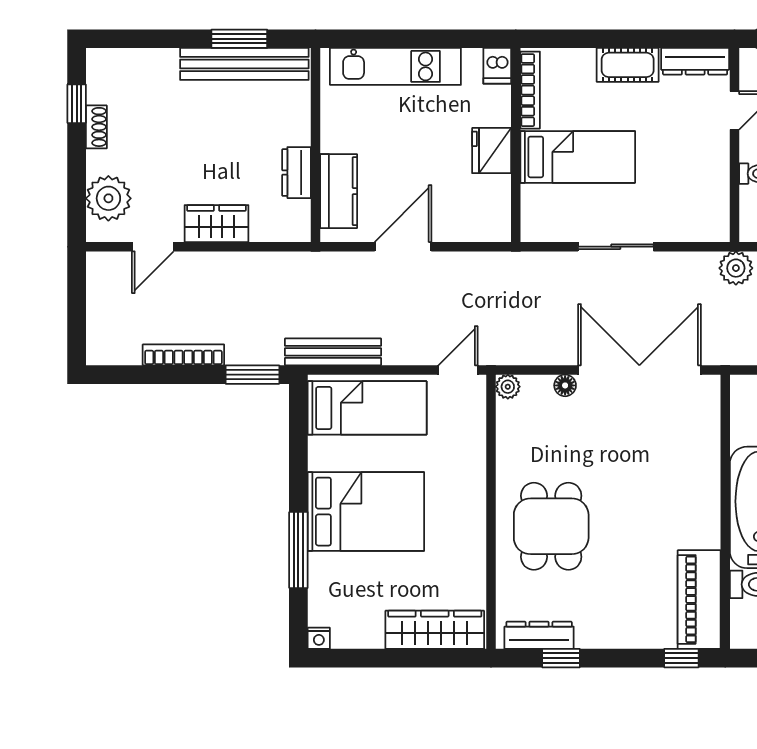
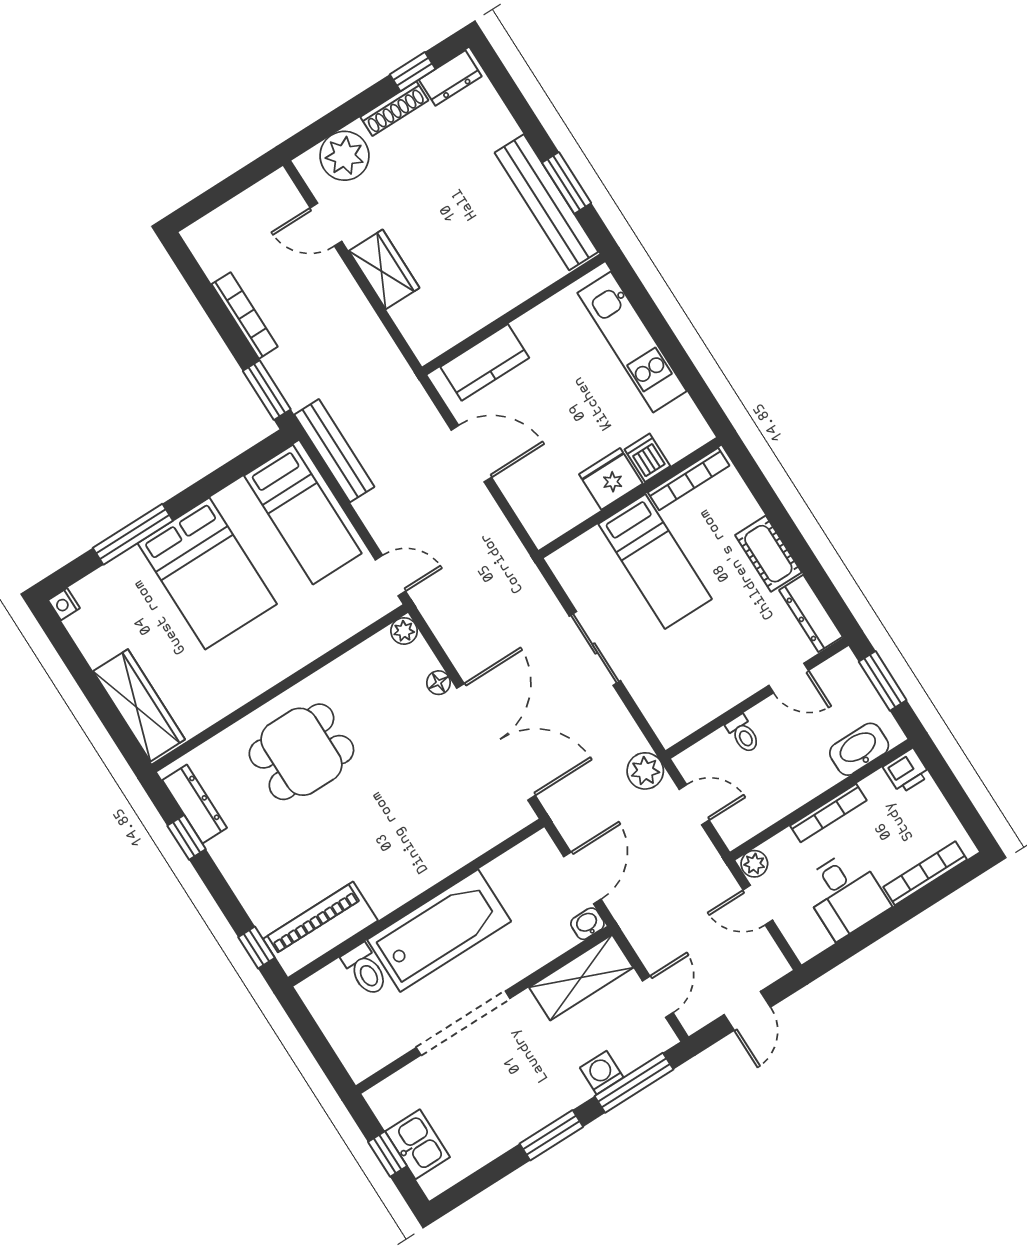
dishwasher: (497, 66) -> (647, 458), moved, turned 90
shoe rack: (96, 127) -> (394, 109), width x1.43
dresser: (296, 173) -> (450, 78), moved, turned 180

